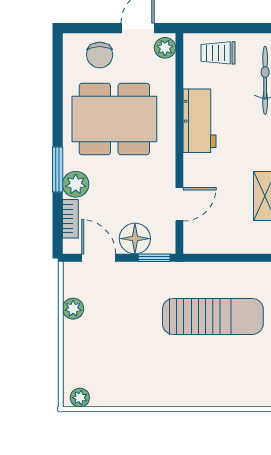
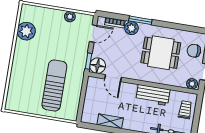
dining table: (114, 119) -> (161, 53), width x0.73
floor lamp: (135, 239) -> (98, 66), moved
sun lounger: (213, 316) -> (54, 85), turned 180
plant: (80, 398) -> (26, 31), moved, width x1.88, depth x1.88

